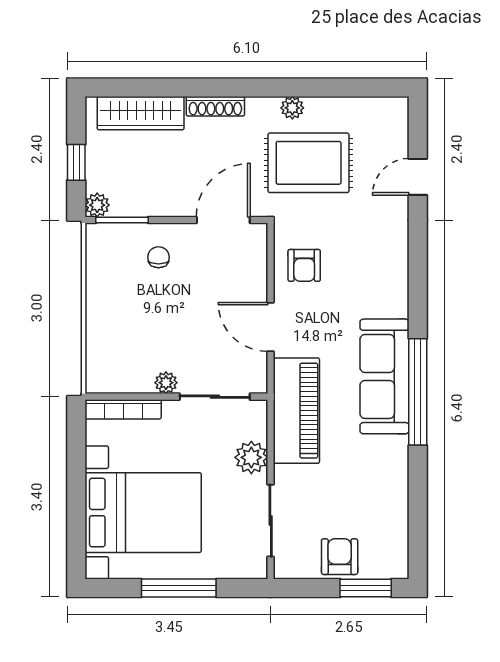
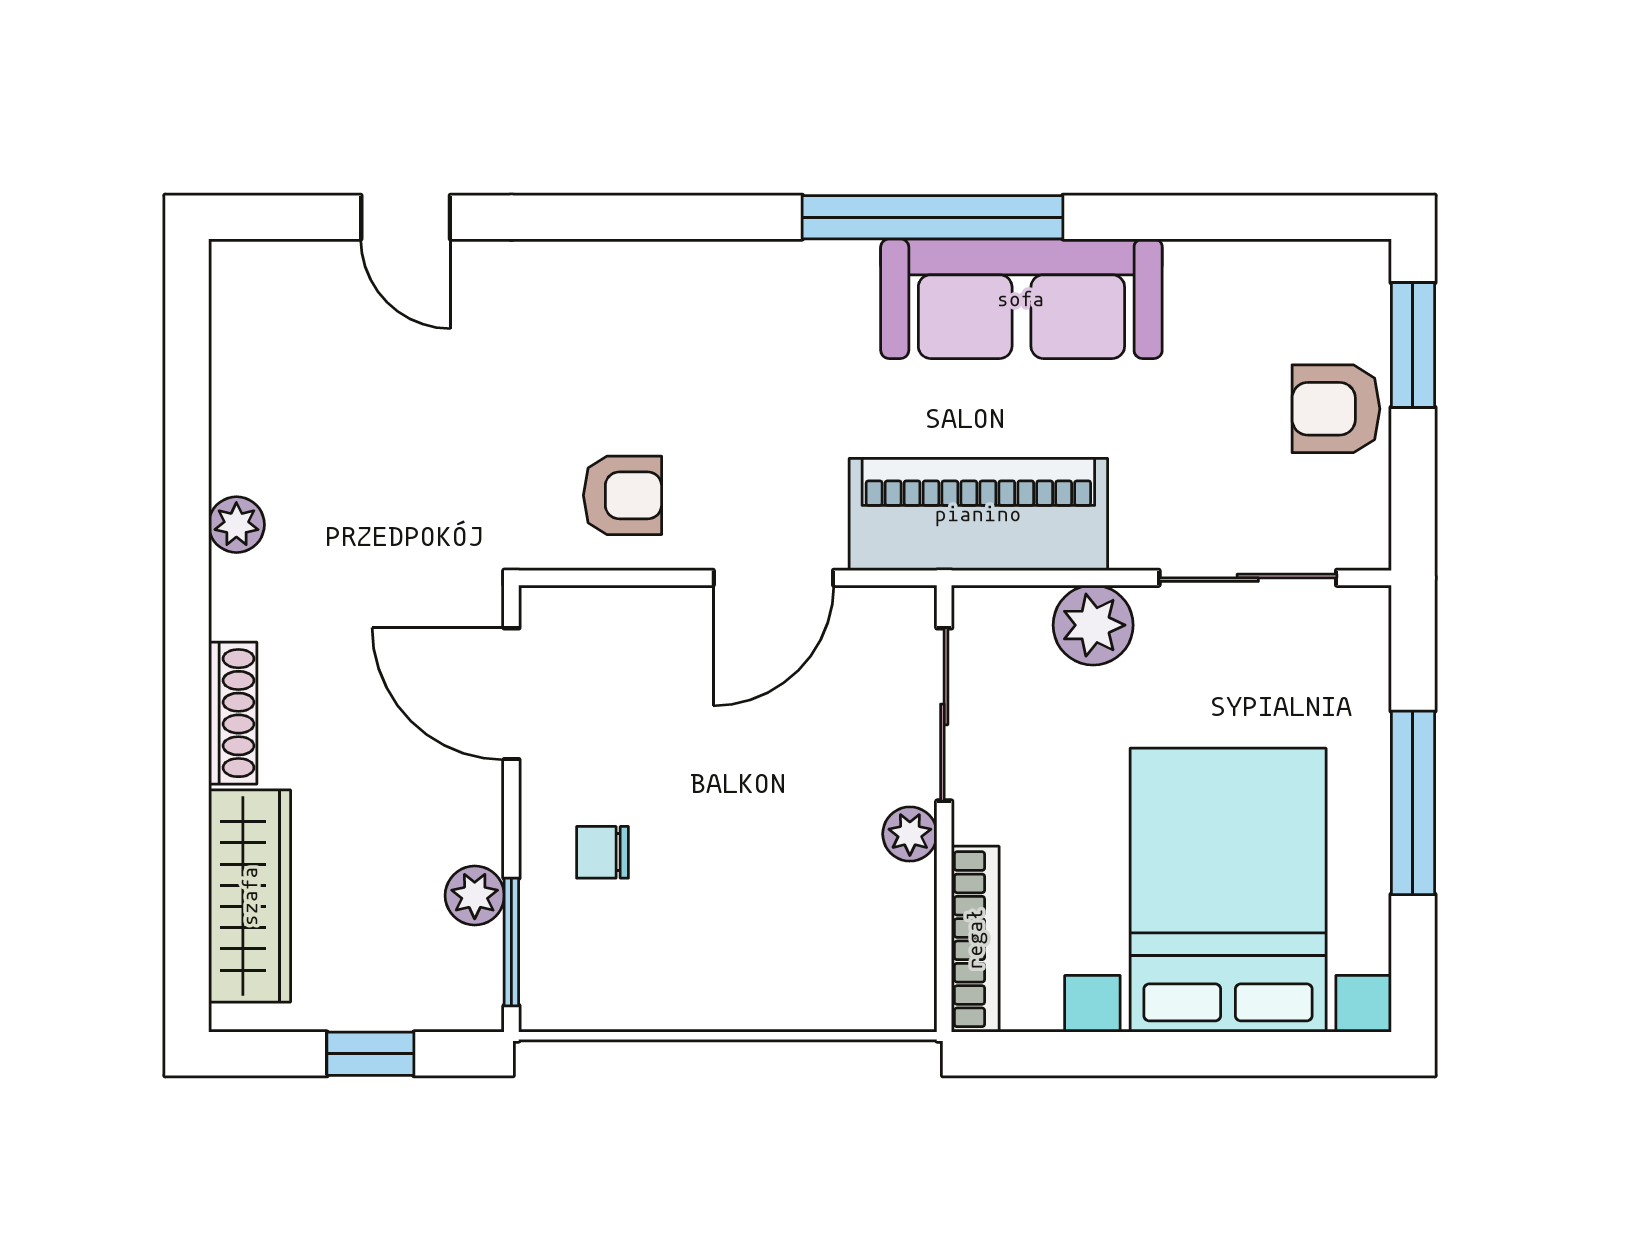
rug: (309, 163) -> (371, 485), removed
plant: (97, 205) -> (475, 895), moved
sofa: (384, 376) -> (1021, 299), moved

